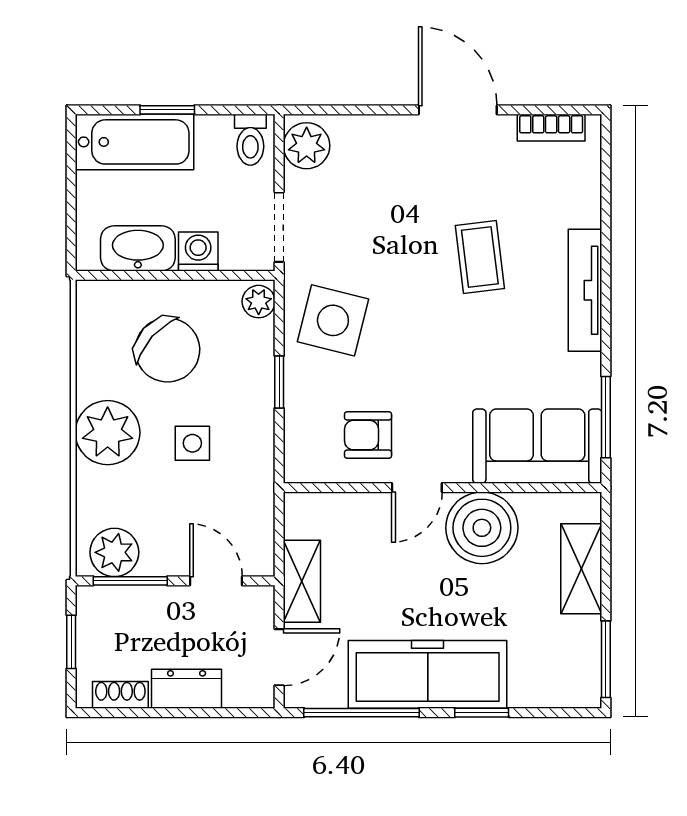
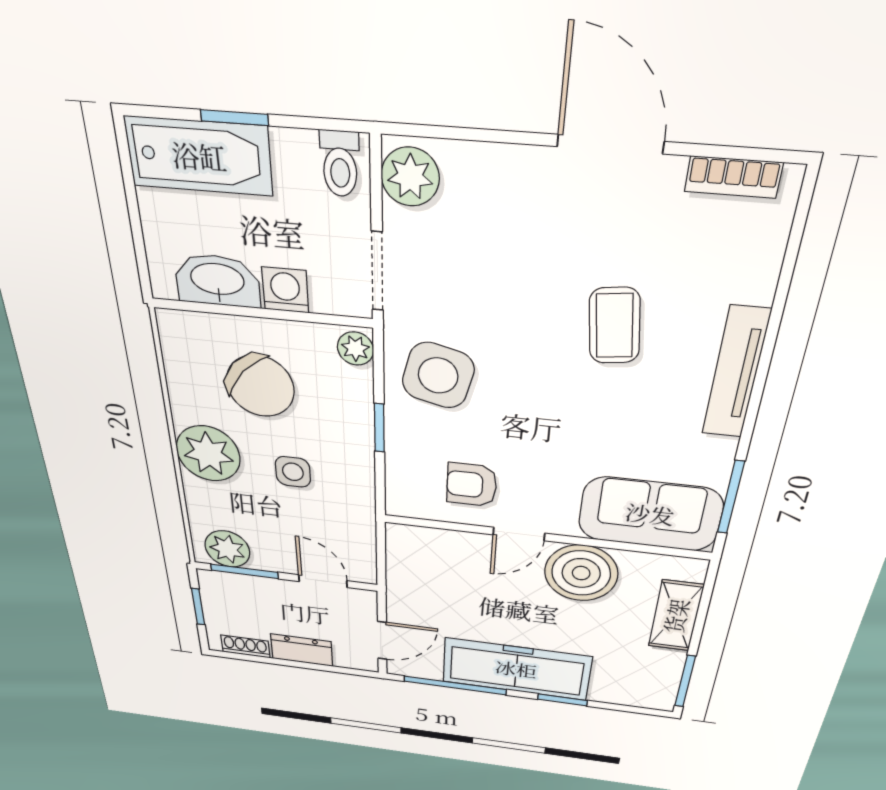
shelving: (302, 581) -> (403, 591), removed

